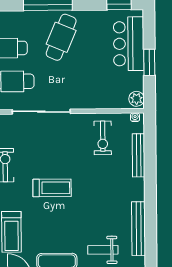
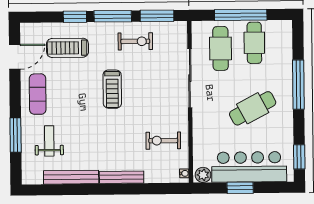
cafe table: (61, 37) -> (253, 108), moved, turned -51
bar counter: (129, 44) -> (249, 167), width x1.36
bench: (139, 155) -> (122, 177), moved

